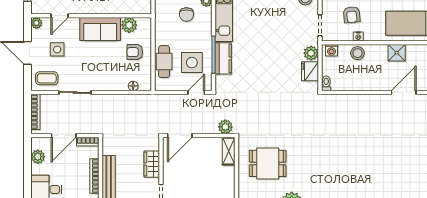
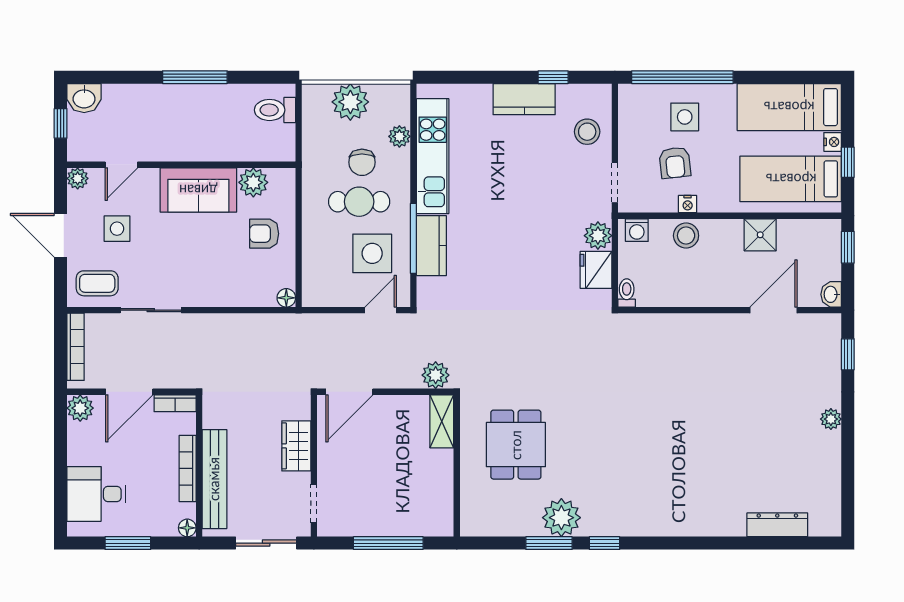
cafe table: (164, 62) -> (359, 202), moved, turned 90
floor lamp: (133, 86) -> (286, 298), moved
plant: (38, 157) -> (80, 408), moved
dining table: (268, 163) -> (516, 445), turned 90

